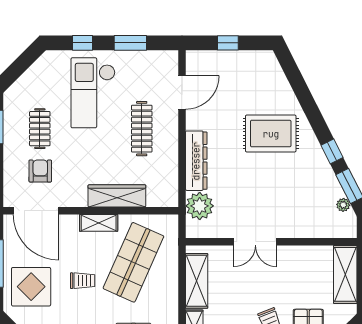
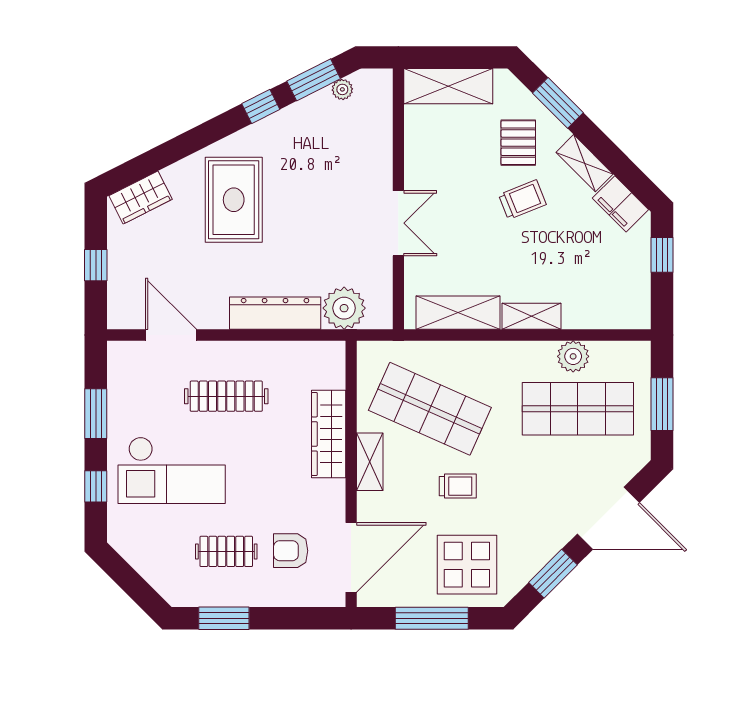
wardrobe: (272, 72) -> (141, 198), added
trolley: (83, 281) -> (458, 486), turned 90

